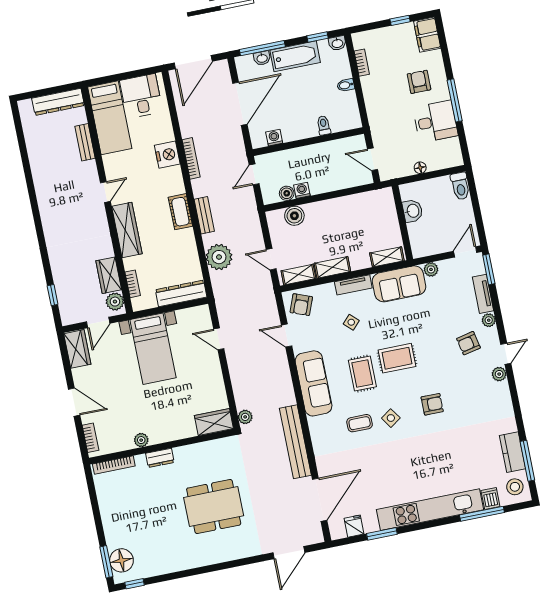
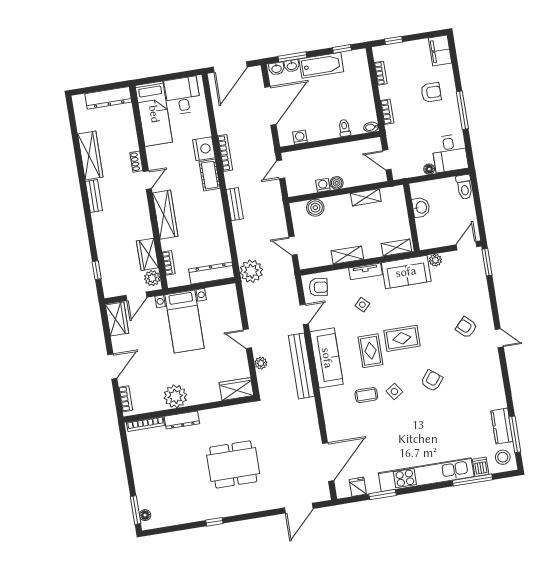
window: (400, 20) -> (394, 41), moved
washbasin: (337, 43) -> (277, 69), moved
window: (262, 48) -> (292, 57), width x0.69
armchair: (419, 82) -> (431, 92), turned 90
bidet: (346, 85) -> (371, 127), moved
bookcase: (371, 105) -> (387, 112), added
desk: (435, 121) -> (450, 153), moved, turned 90
bench: (85, 142) -> (94, 196), moved
wardrobe: (41, 167) -> (90, 156), added
shoe rack: (92, 172) -> (136, 162), added
boiler: (287, 193) -> (337, 183), moved
cot: (180, 212) -> (210, 175), moved
plant: (219, 257) -> (251, 271), moved
shelving: (298, 275) -> (366, 197), moved
tv unit: (483, 294) -> (481, 284), removed
armchair: (301, 305) -> (318, 287), turned -103
plant: (489, 320) -> (485, 308), removed
door: (287, 336) -> (304, 314), swing flipped
door: (219, 339) -> (247, 339), moved
armchair: (468, 343) -> (466, 327), turned 55
door: (506, 354) -> (499, 338), hinge flipped
plant: (499, 374) -> (493, 356), removed
door: (74, 402) -> (112, 366), hinge flipped
armchair: (432, 404) -> (432, 381), turned -52
plant: (245, 417) -> (261, 363), moved
plant: (141, 440) -> (175, 396), width x1.88, depth x1.88
bench: (295, 442) -> (301, 366), moved
dresser: (160, 458) -> (182, 420), width x1.44
floor lamp: (121, 560) -> (145, 515), width x0.53, depth x0.53
window: (134, 584) -> (214, 522), moved

